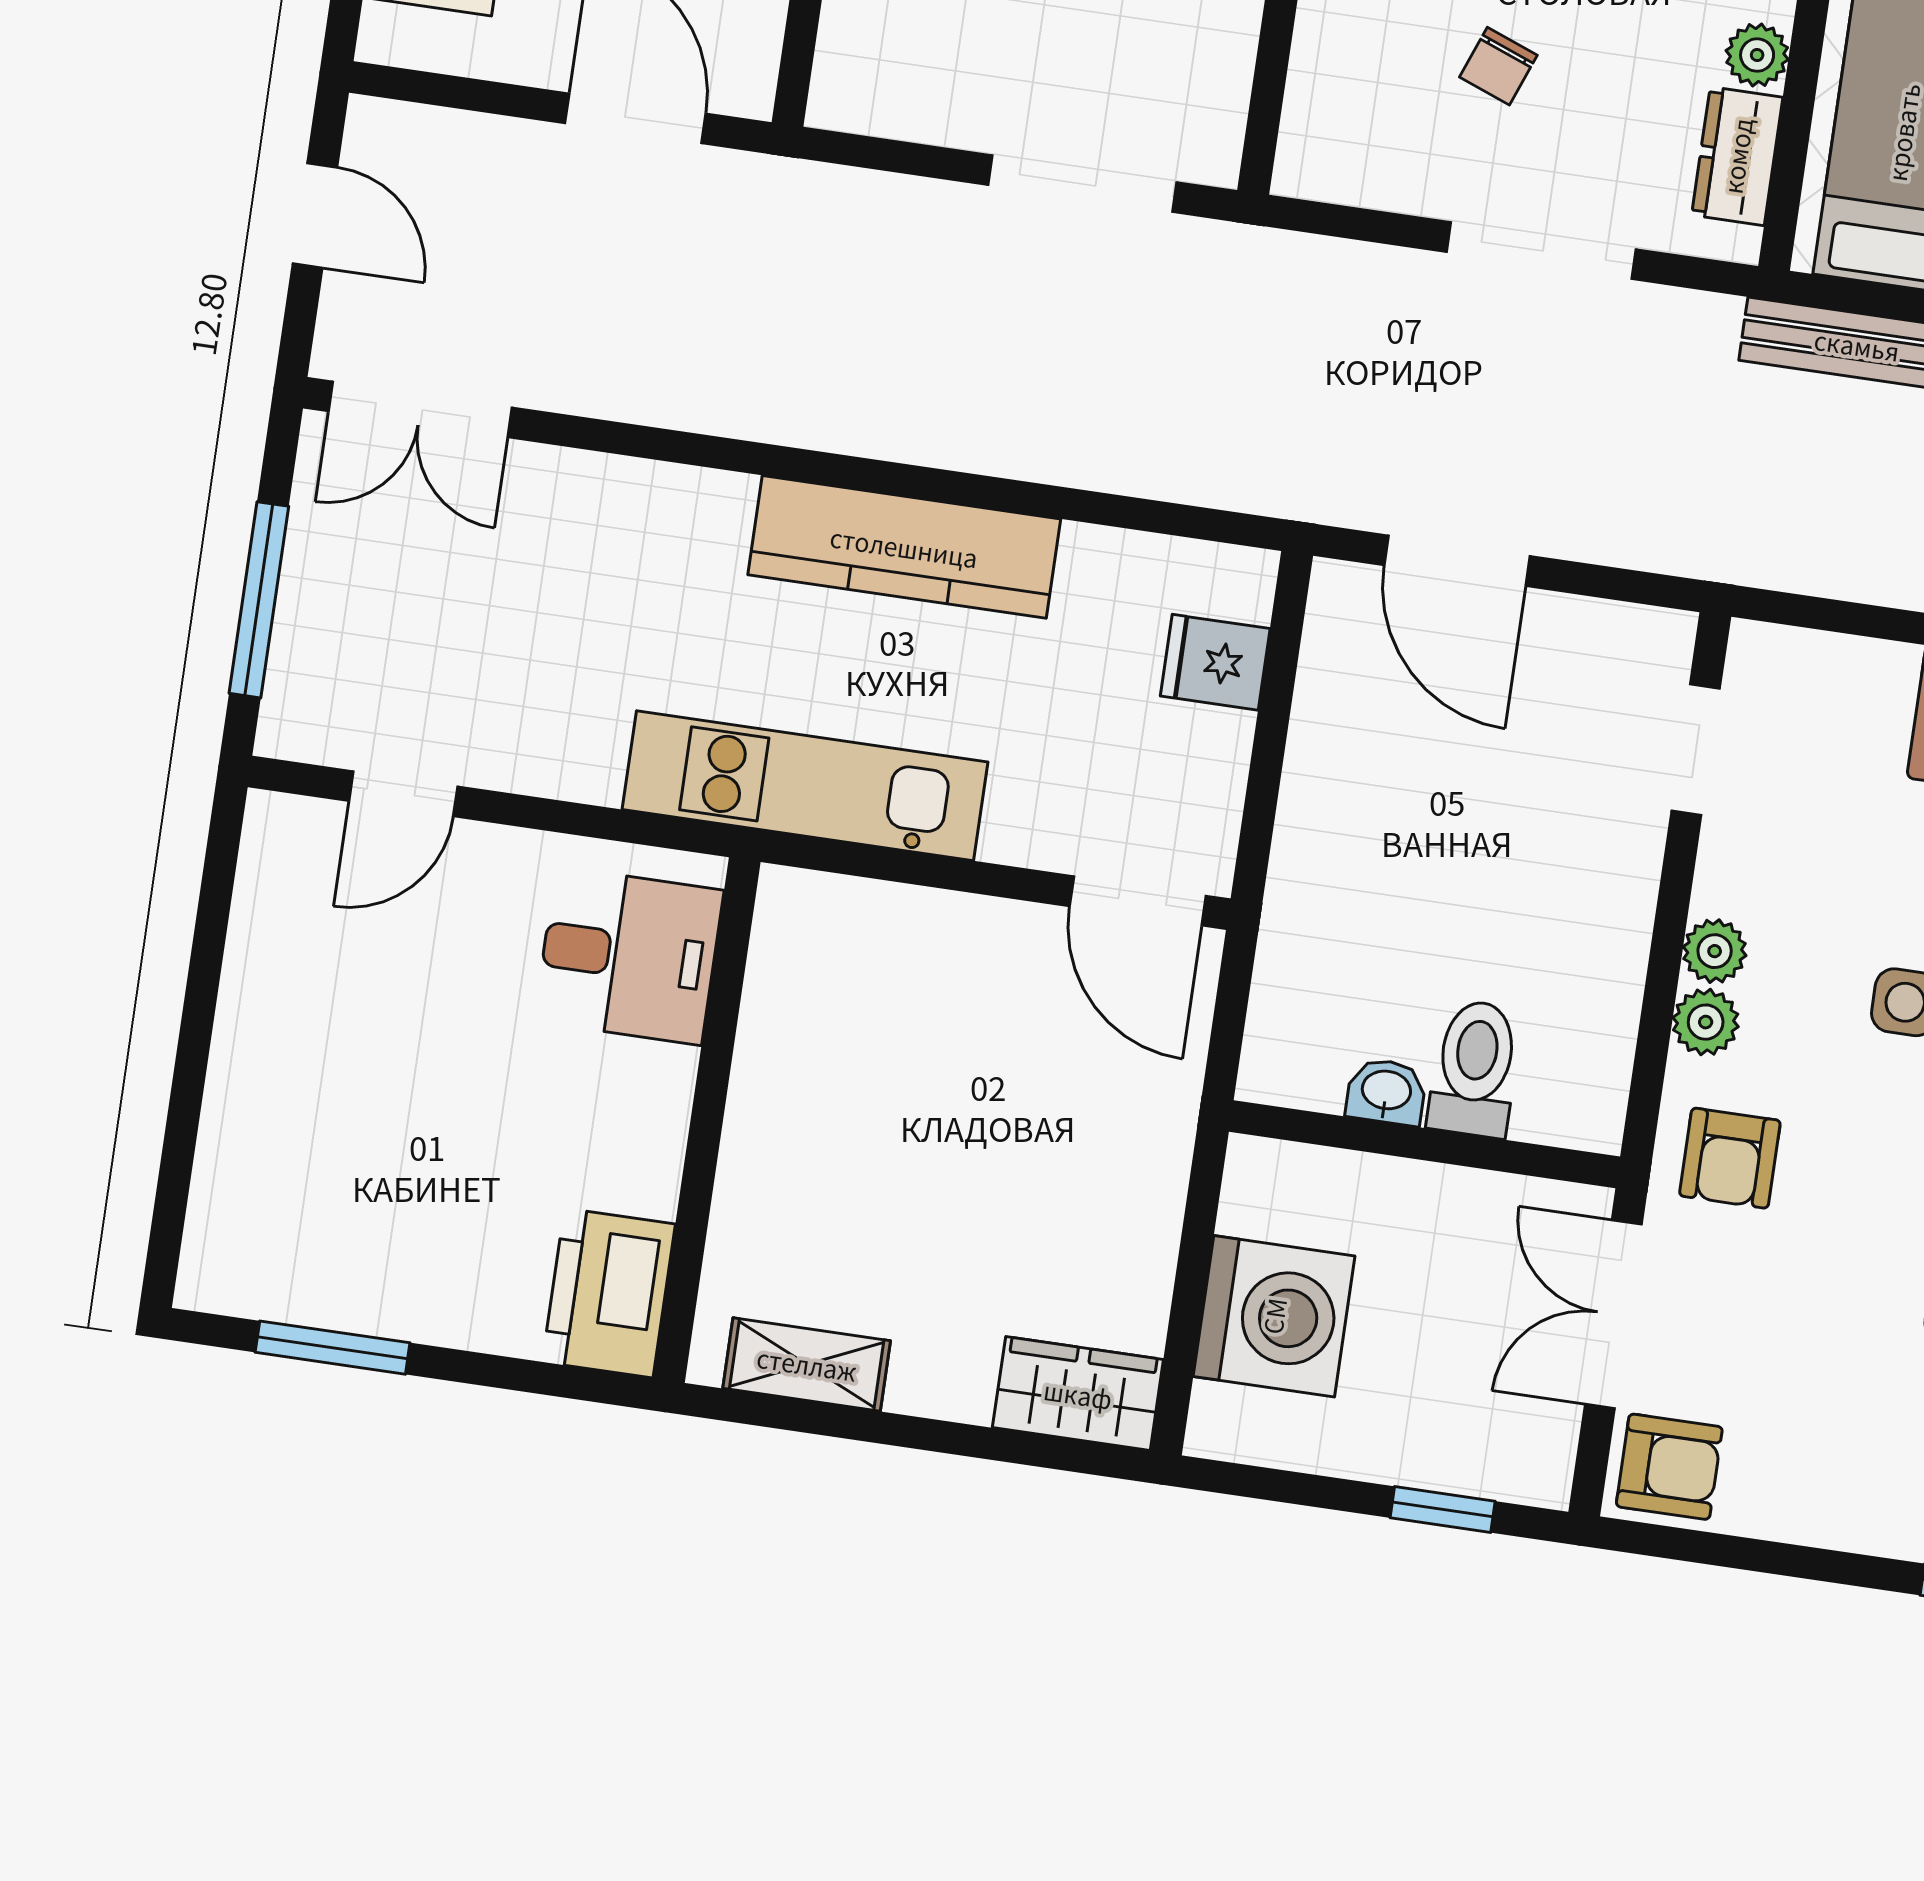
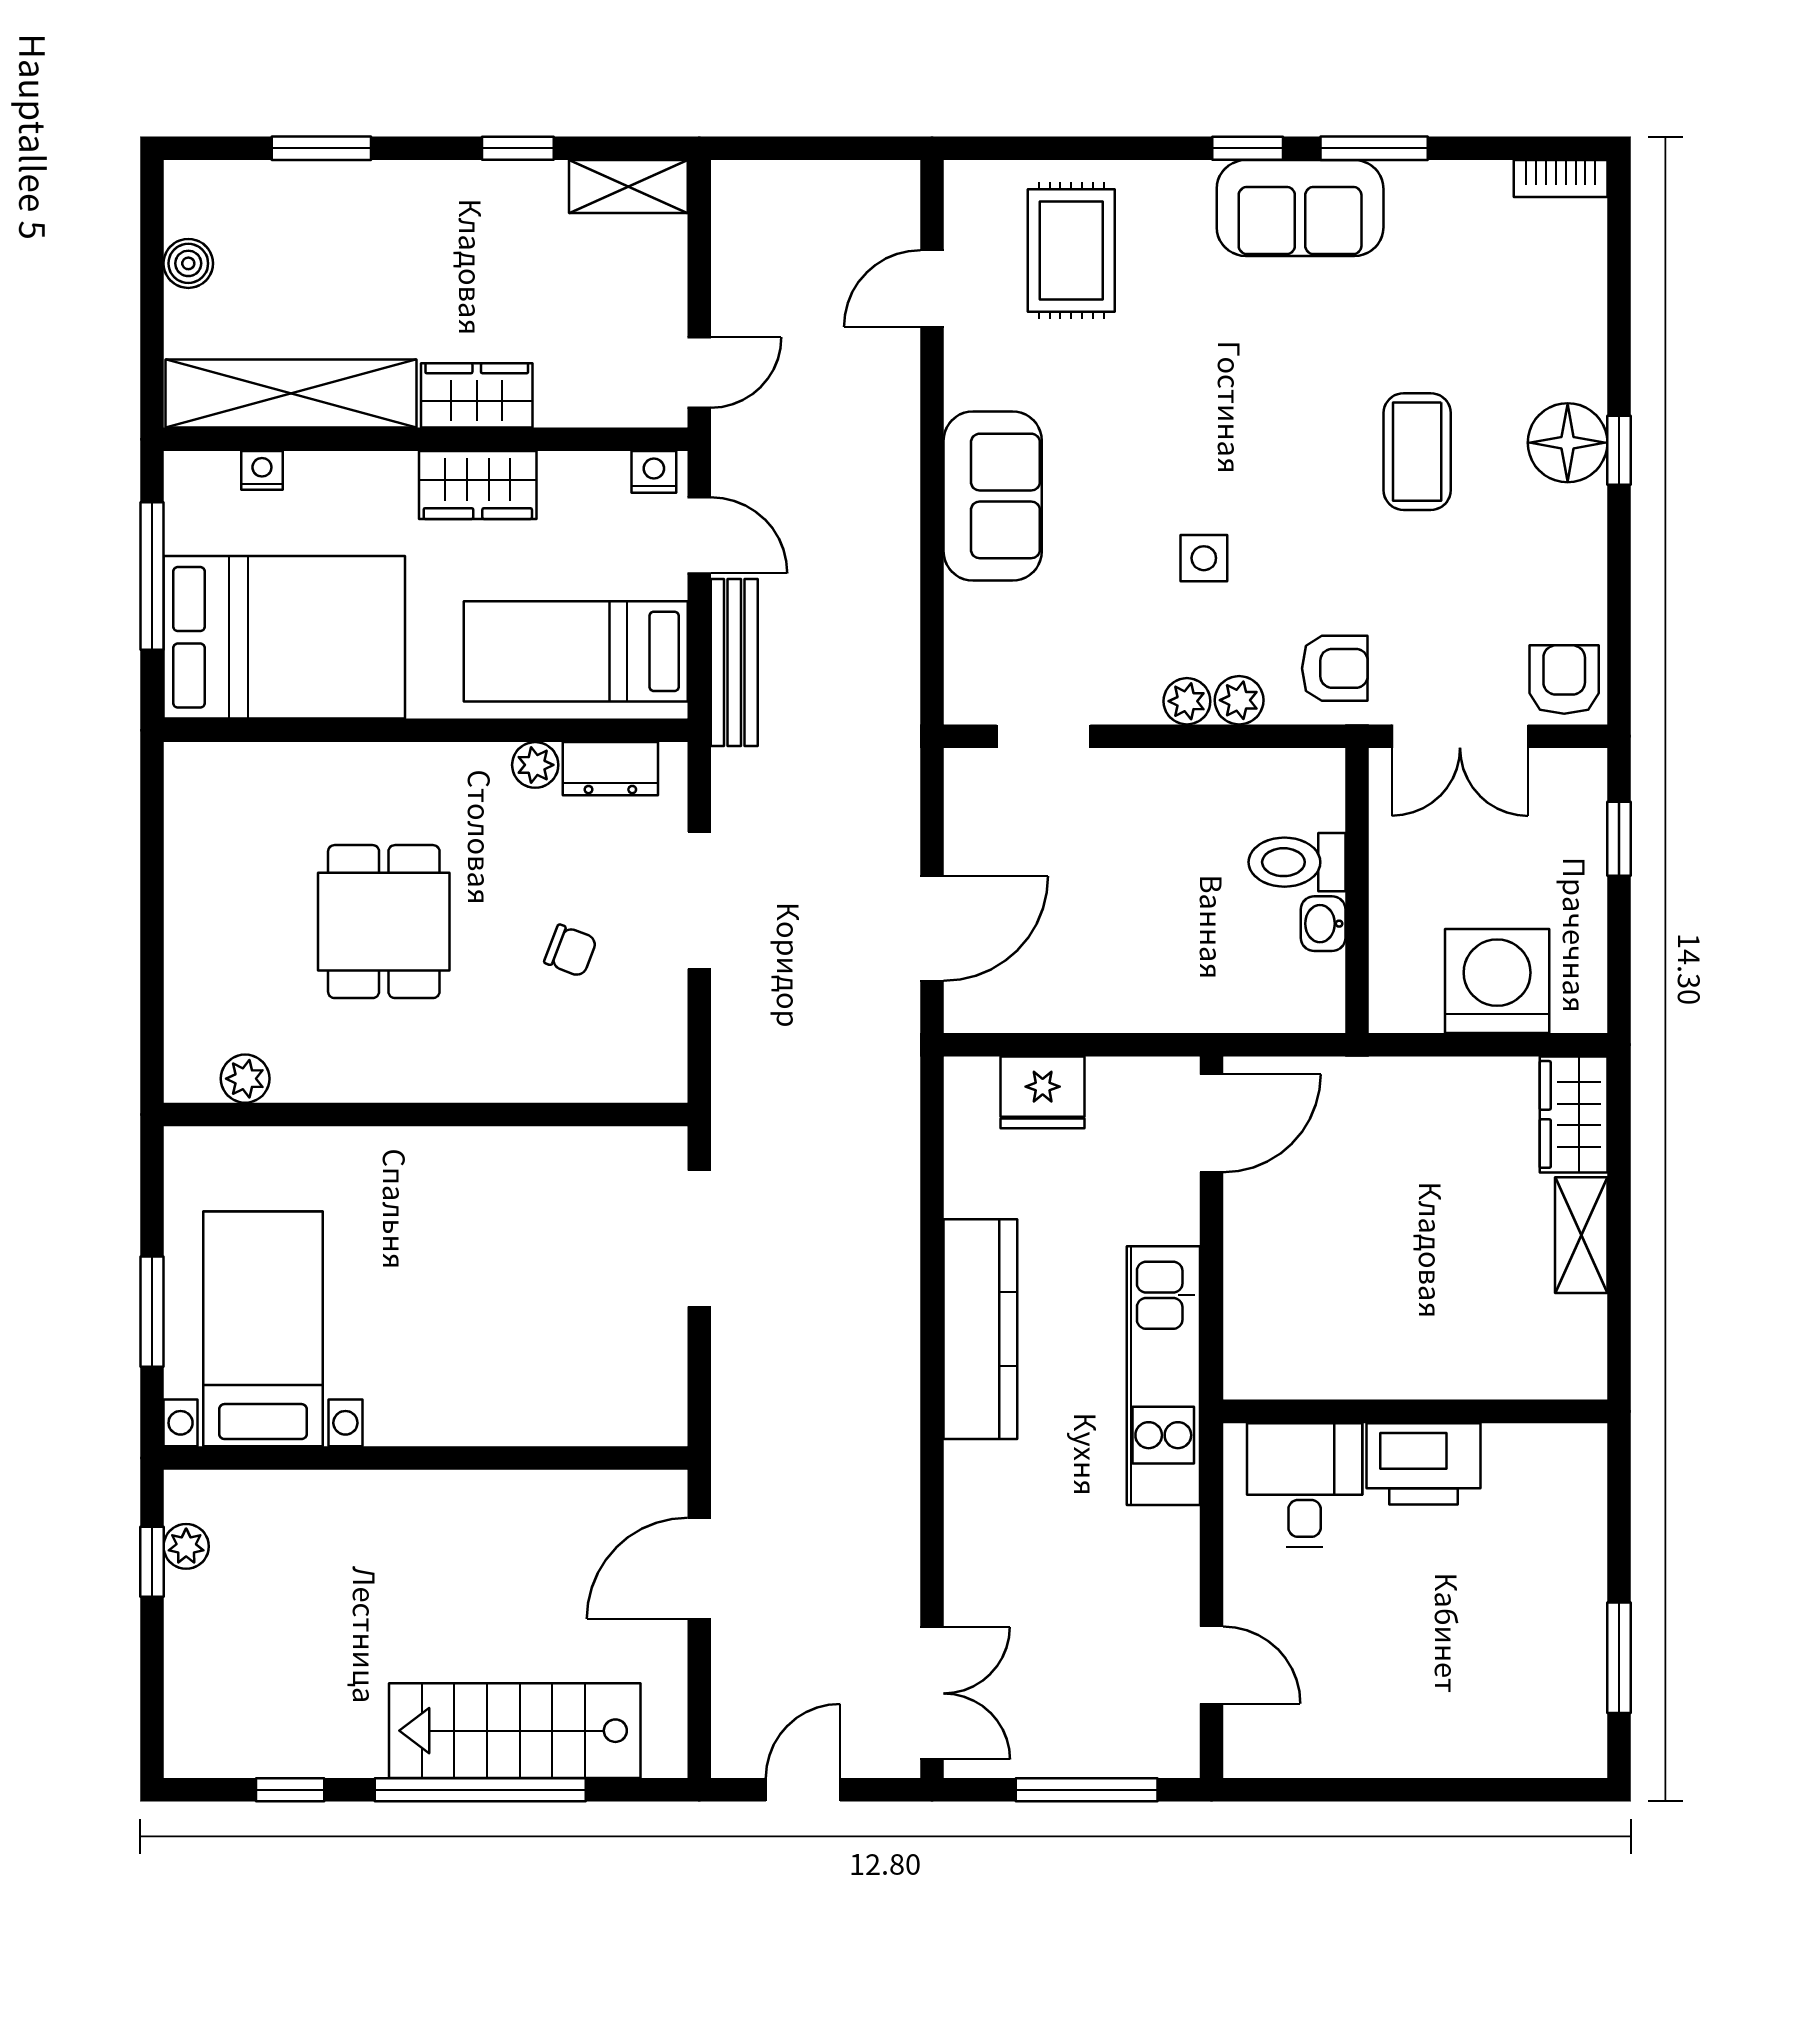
fridge: (1215, 662) -> (1043, 1092), width x1.38
printer: (609, 1293) -> (1424, 1464), moved
shelving: (807, 1364) -> (1581, 1235), moved

